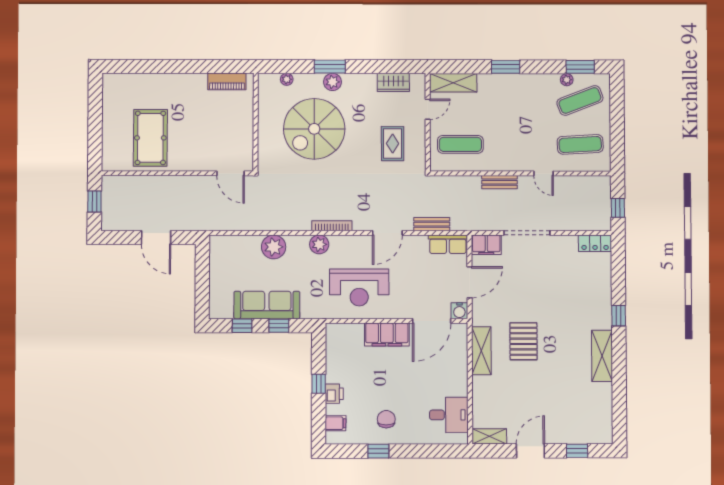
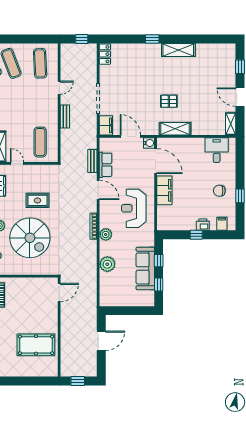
rug: (393, 144) -> (37, 200), moved
row of seats: (448, 244) -> (106, 165), moved
reception desk: (359, 287) -> (134, 208), turned 180
pallet: (524, 341) -> (169, 101), width x0.67, depth x0.71

